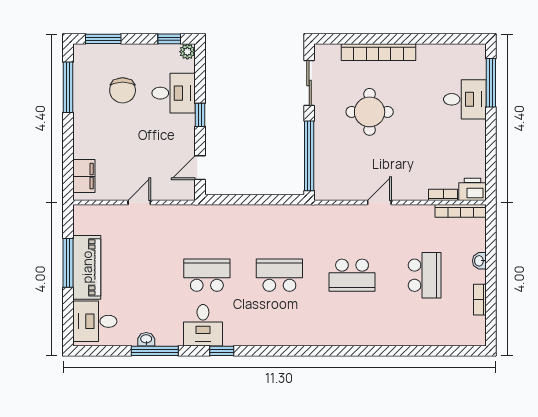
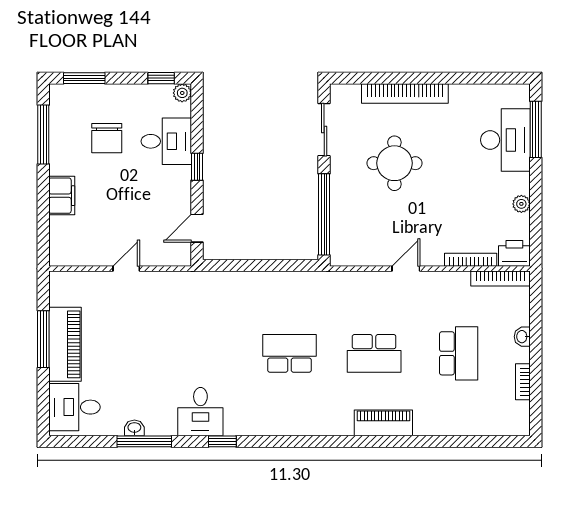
desk: (465, 99) -> (505, 140), width x1.37
plant: (479, 147) -> (521, 204), added
filing cabinet: (84, 176) -> (62, 196), moved
bookcase: (443, 195) -> (471, 260), width x1.56
school desk: (207, 275) -> (205, 353), removed
piano: (360, 335) -> (383, 423), added

